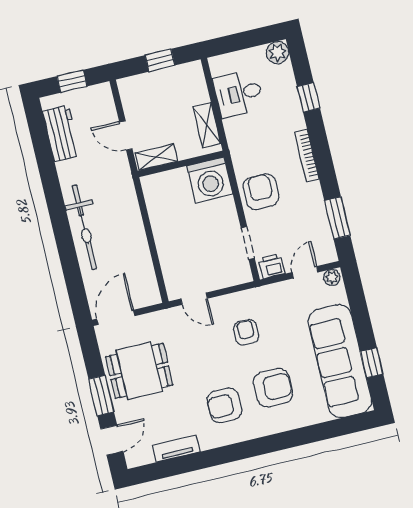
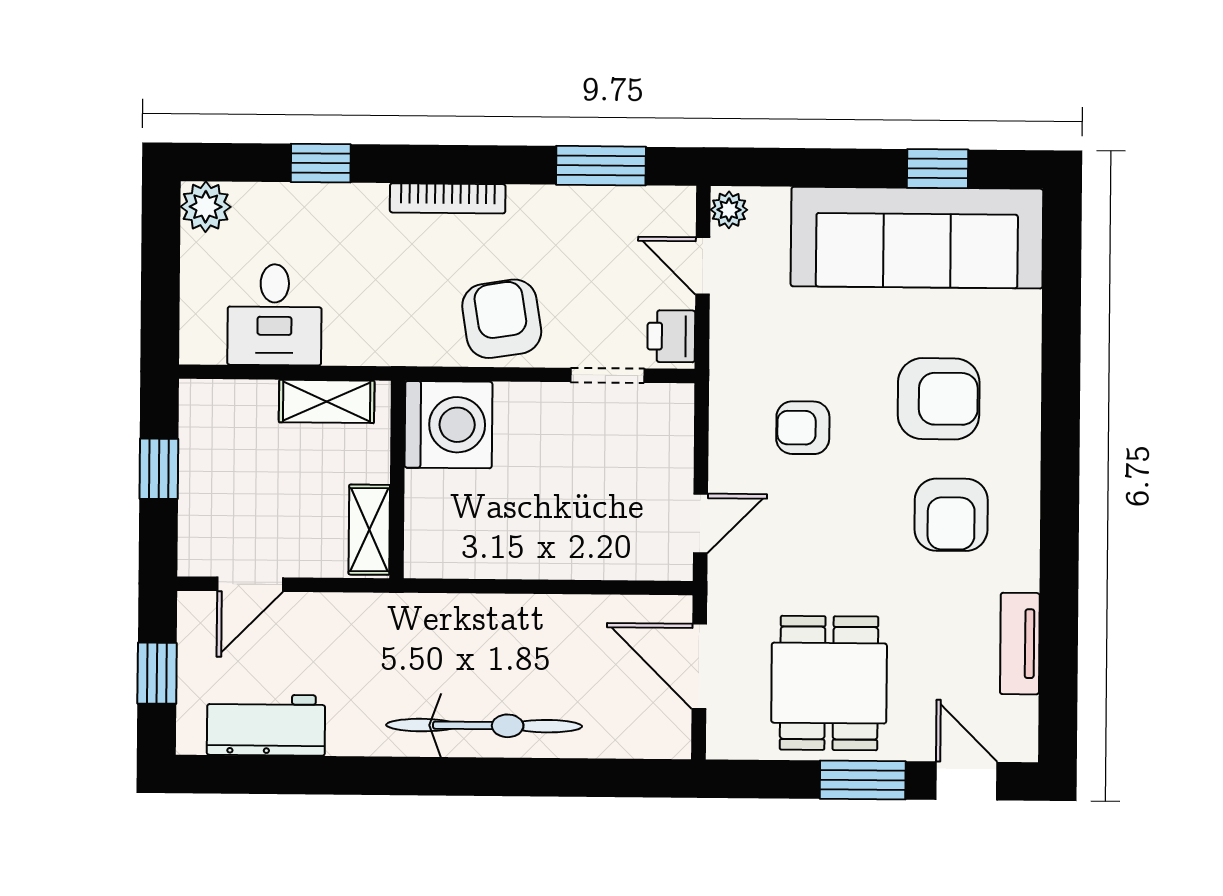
door: (126, 135) -> (250, 584), moved
armchair: (261, 192) -> (502, 319), turned 81
door: (116, 317) -> (699, 666), moved
armchair: (273, 388) -> (939, 399), turned 90

